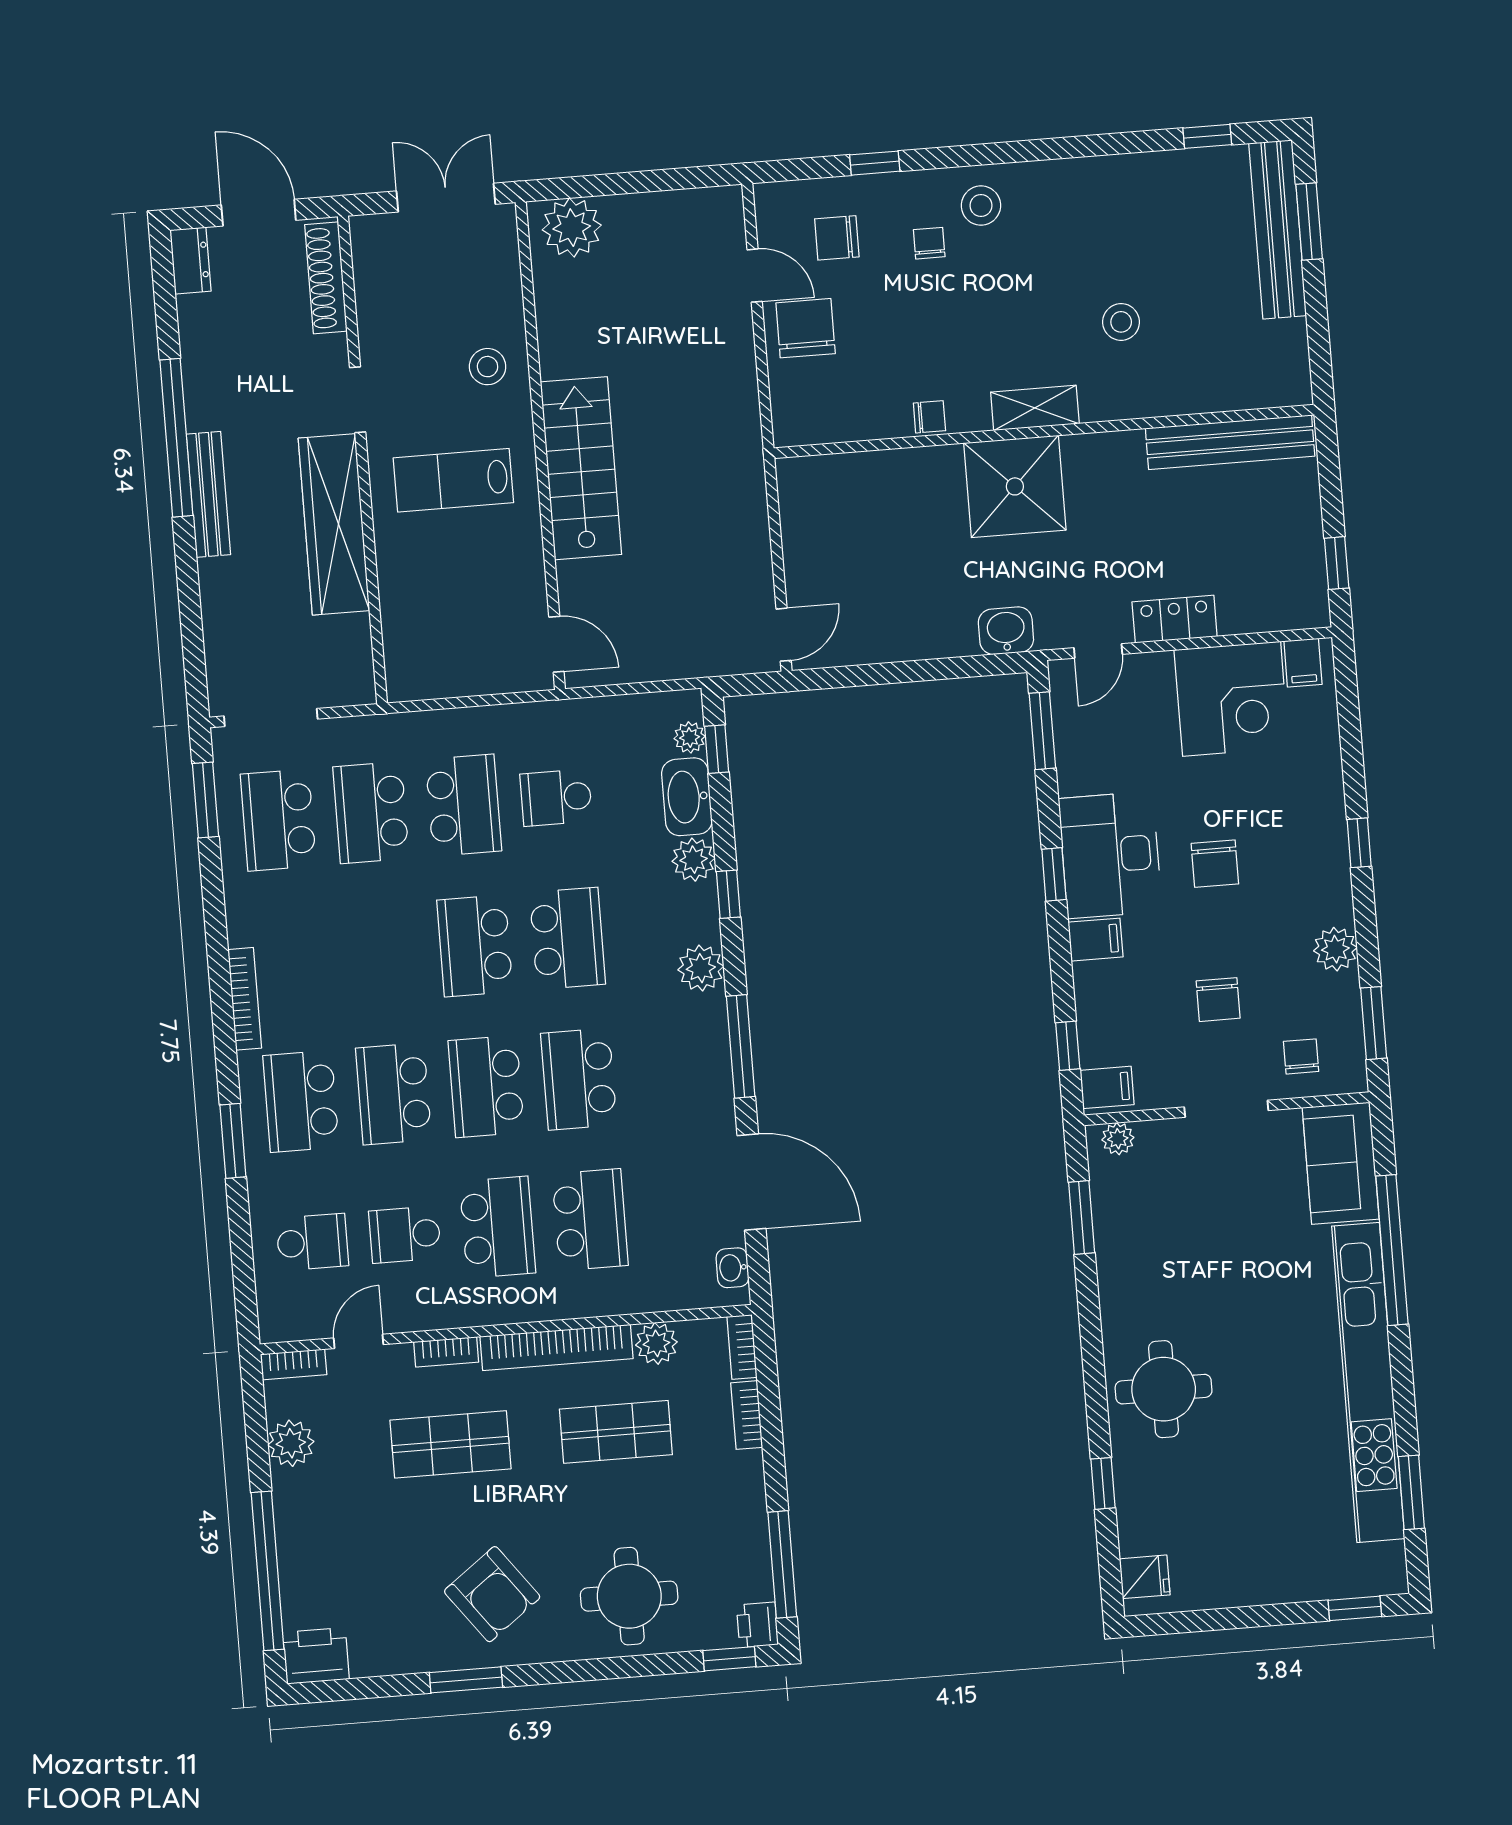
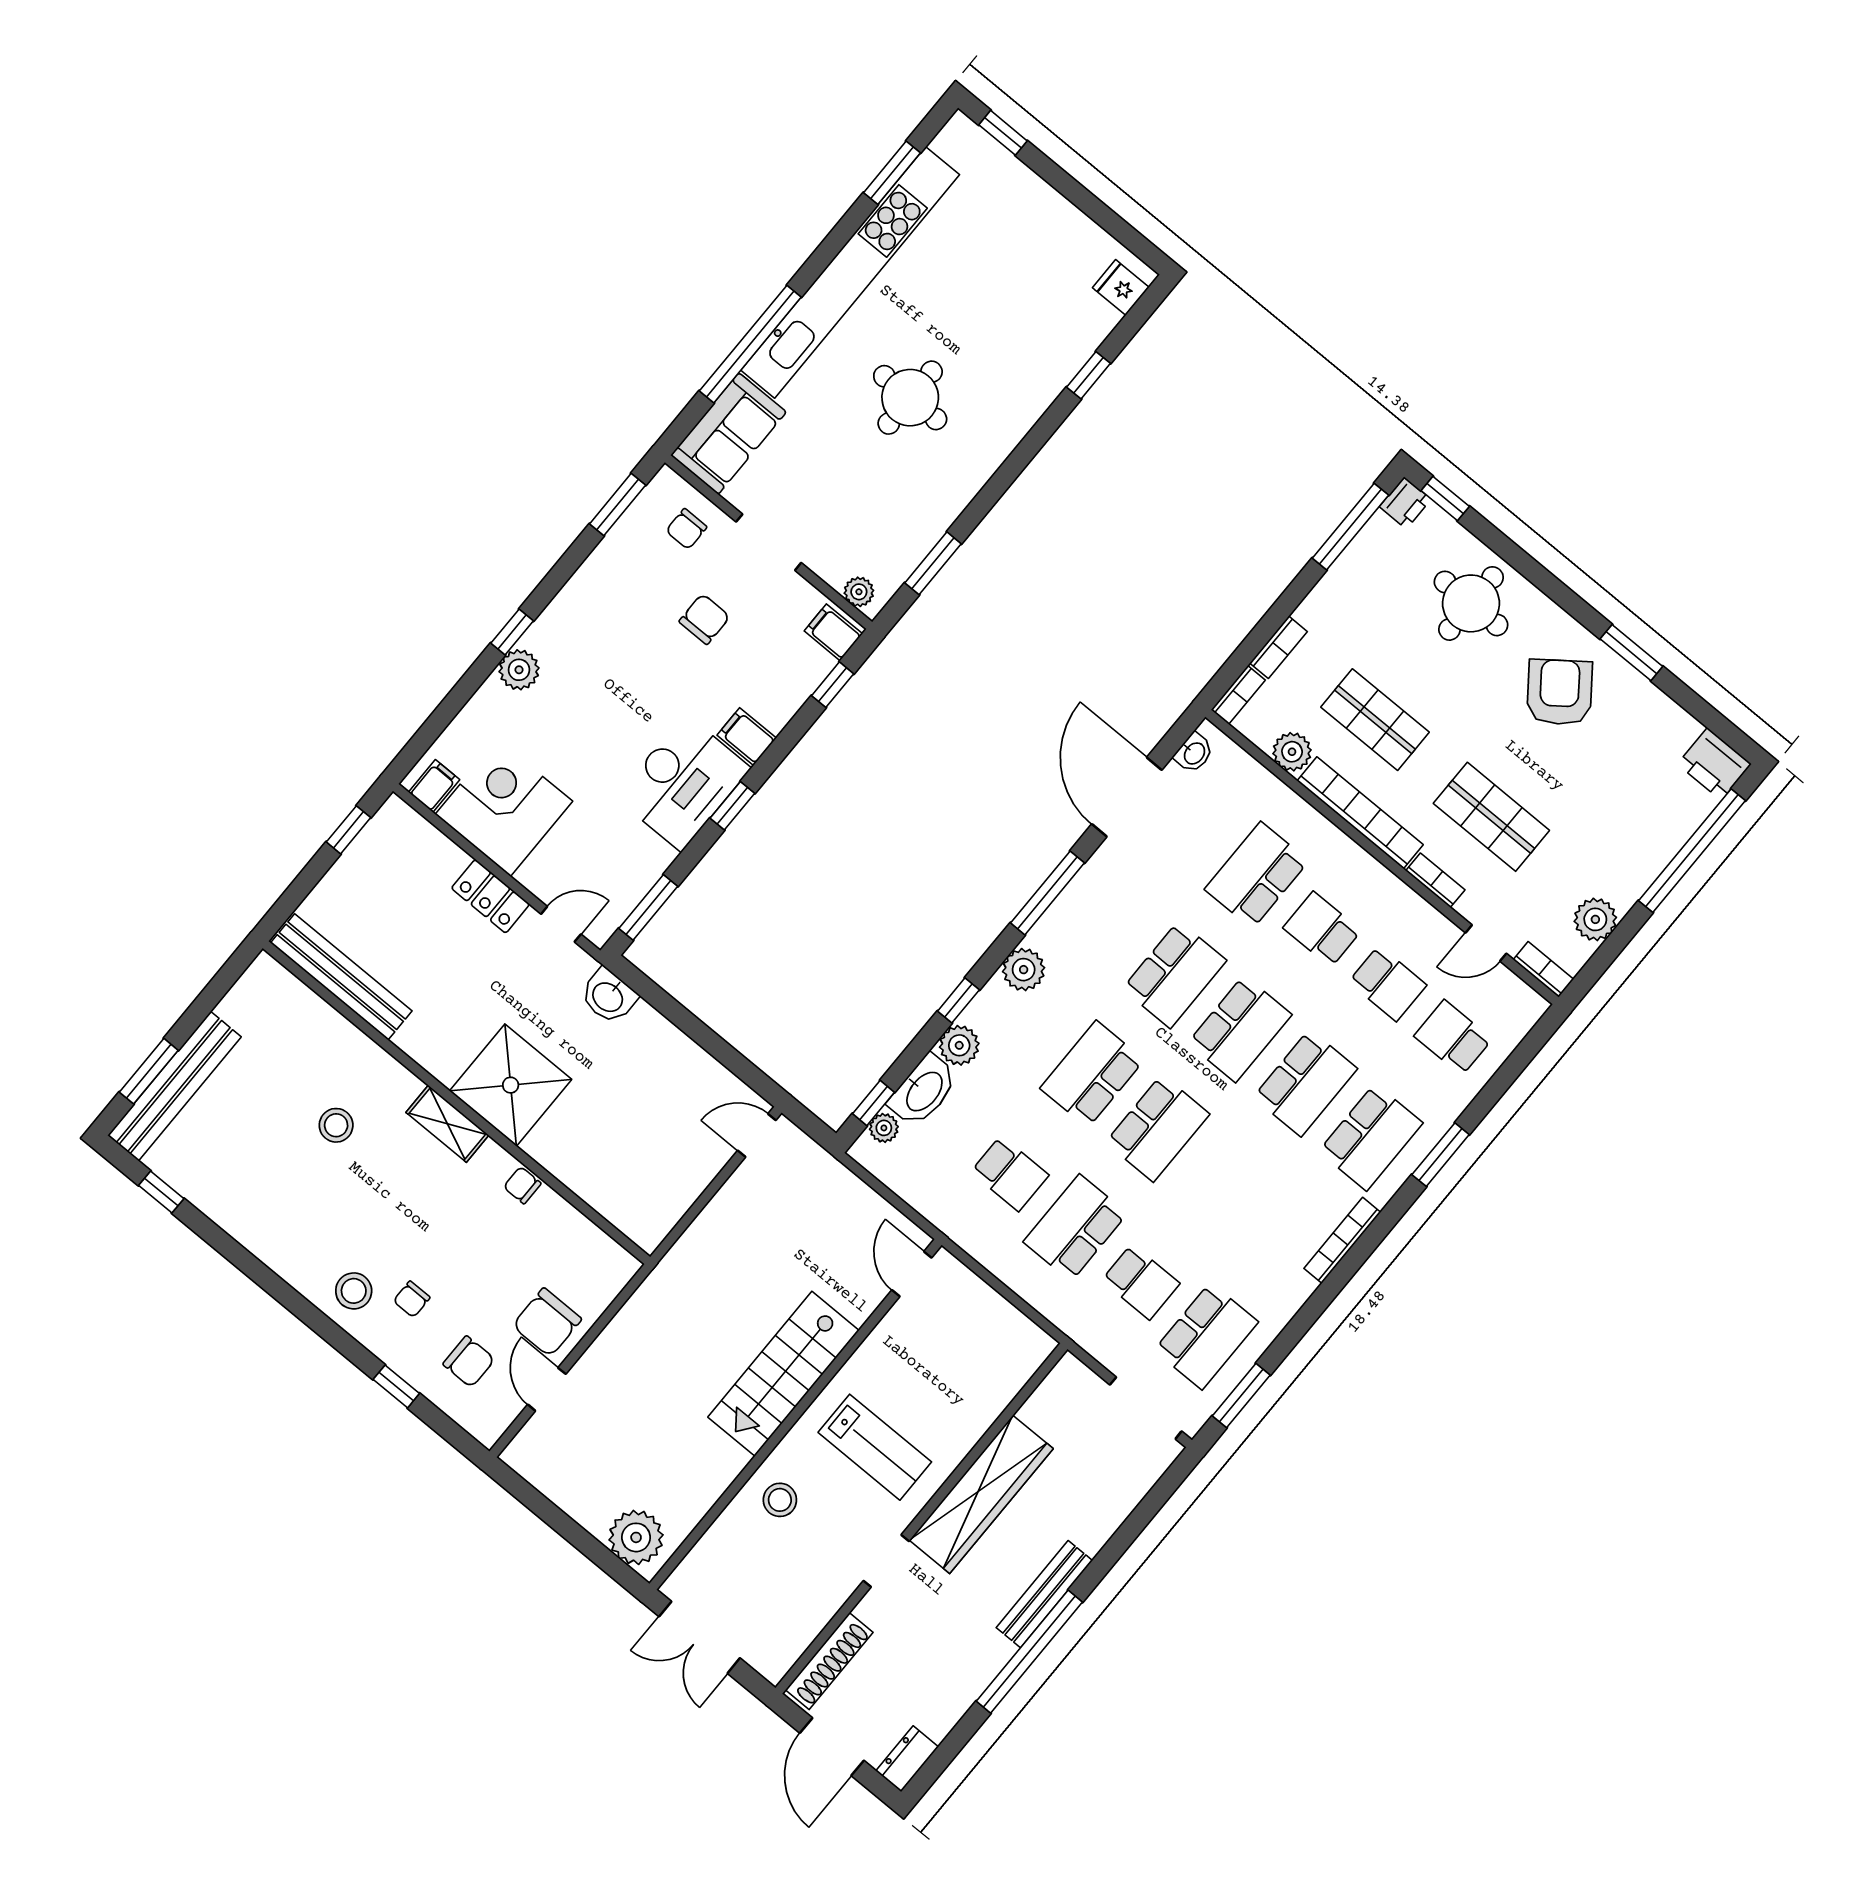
school desk: (371, 813) -> (1141, 1282), width x0.54
chair: (1215, 864) -> (620, 710), removed
plant: (1335, 949) -> (519, 670), moved
school desk: (497, 1227) -> (1322, 929), width x0.54
round table: (1164, 1389) -> (910, 398), moved

